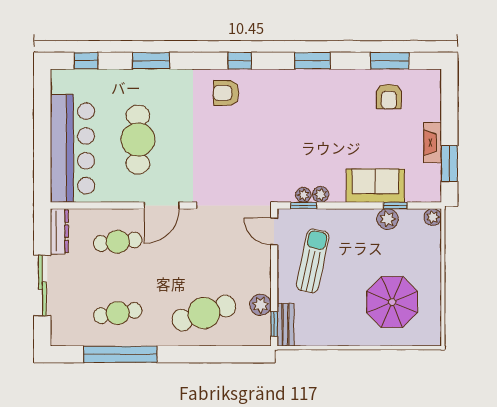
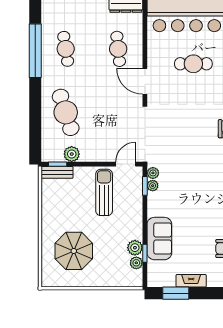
cafe table: (138, 140) -> (193, 64), width x0.73, depth x0.74
plant: (321, 194) -> (153, 173), moved
plant: (433, 217) -> (136, 263), moved
sun lounger: (313, 261) -> (104, 192), turned -102

